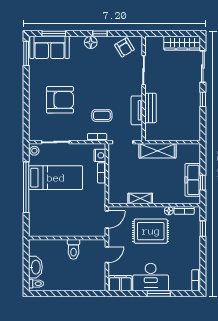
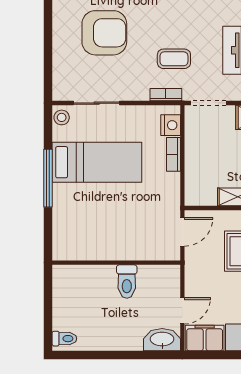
window: (26, 187) -> (48, 178), width x0.68
door: (107, 255) -> (182, 311), moved
washbasin: (35, 267) -> (162, 340), moved, turned -90

